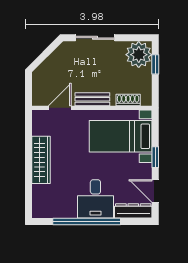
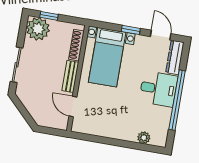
shoe rack: (128, 100) -> (76, 45), width x1.43
wardrobe: (41, 160) -> (116, 131), removed
door: (155, 191) -> (161, 35), swing flipped
plant: (39, 192) -> (144, 138), added

